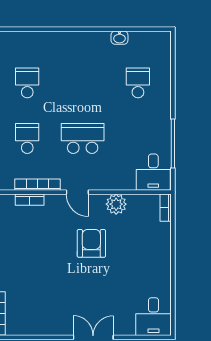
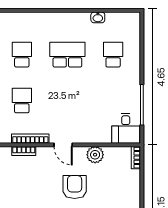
school desk: (83, 139) -> (67, 55), moved

